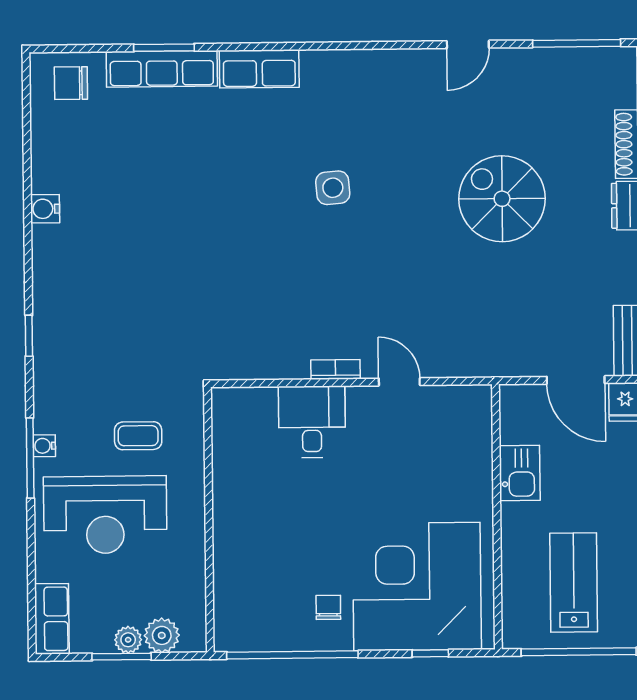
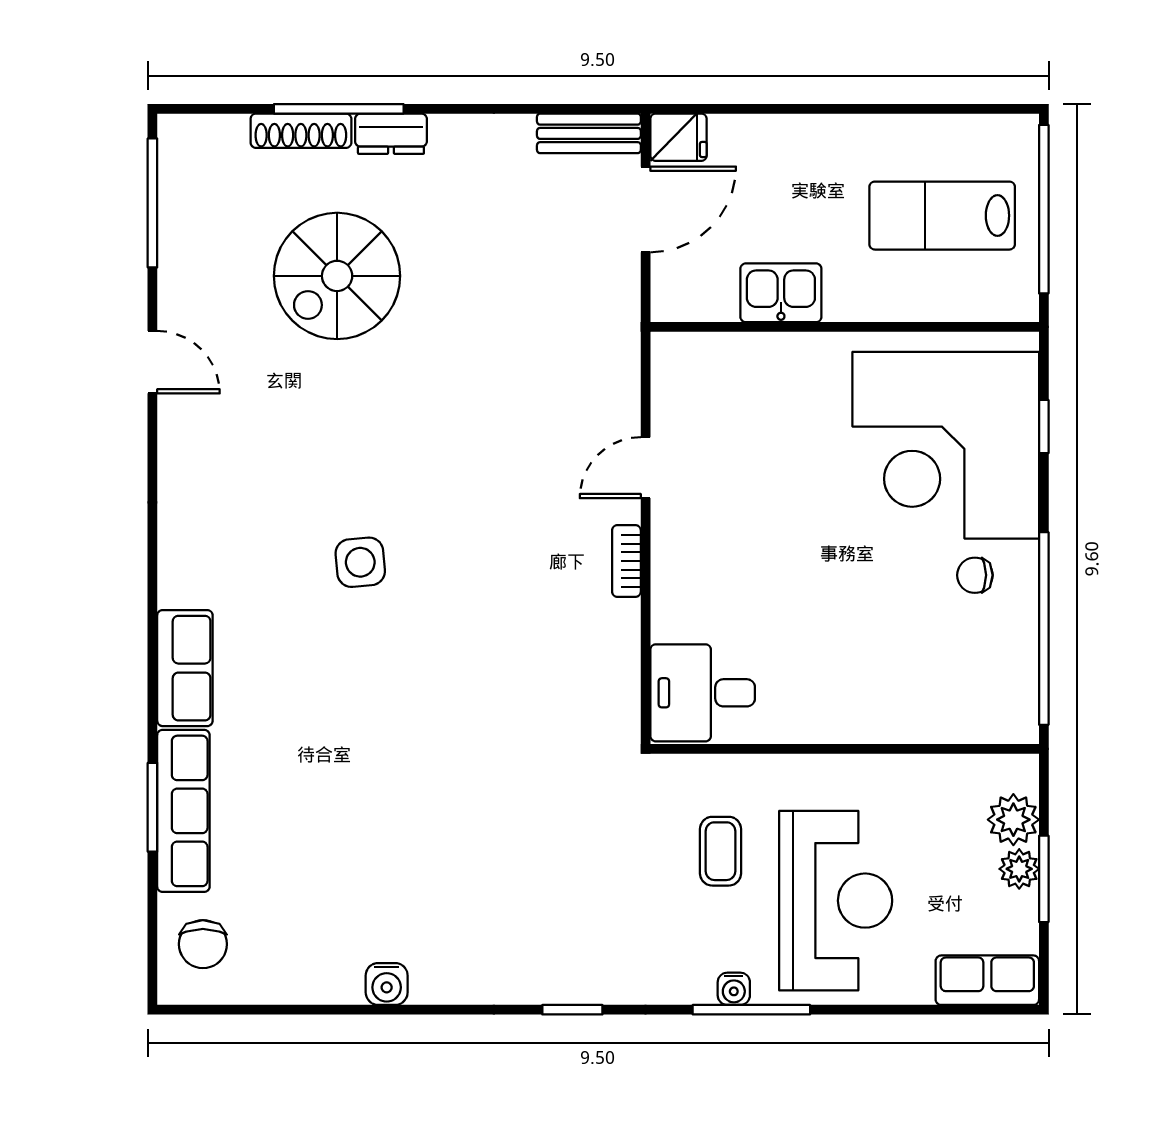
spiral stairs: (502, 199) -> (337, 276), moved
desk: (312, 422) -> (703, 693), moved

